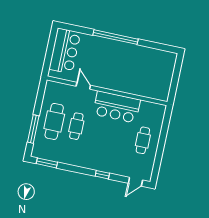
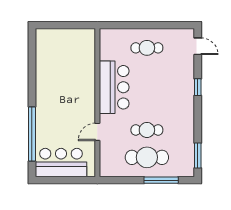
window: (115, 37) -> (32, 134), moved

